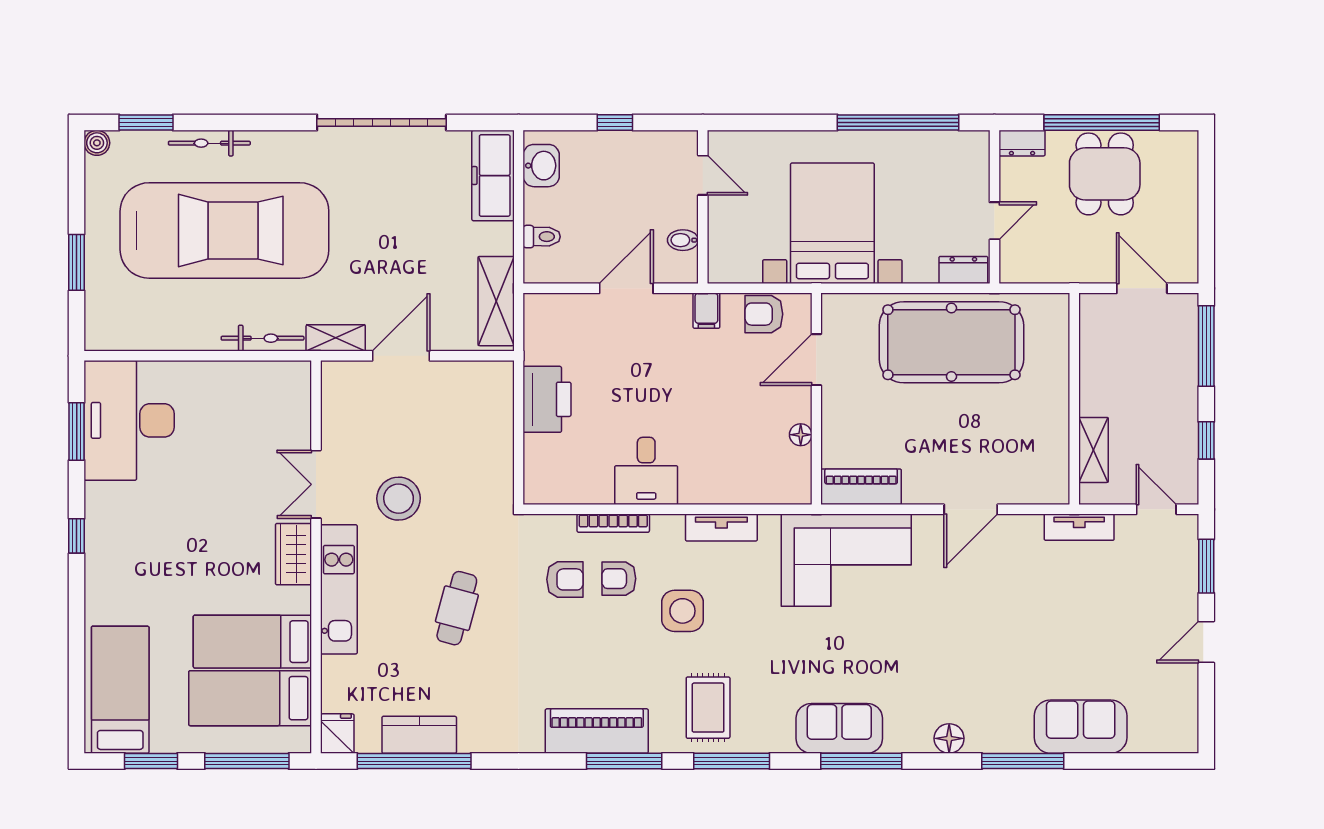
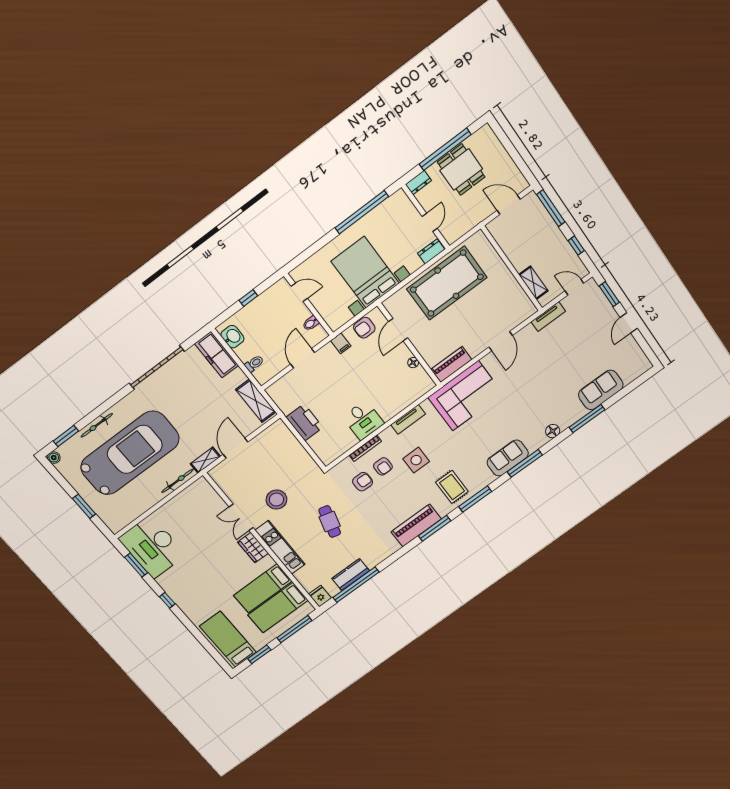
armchair: (619, 579) -> (383, 466), turned -90

